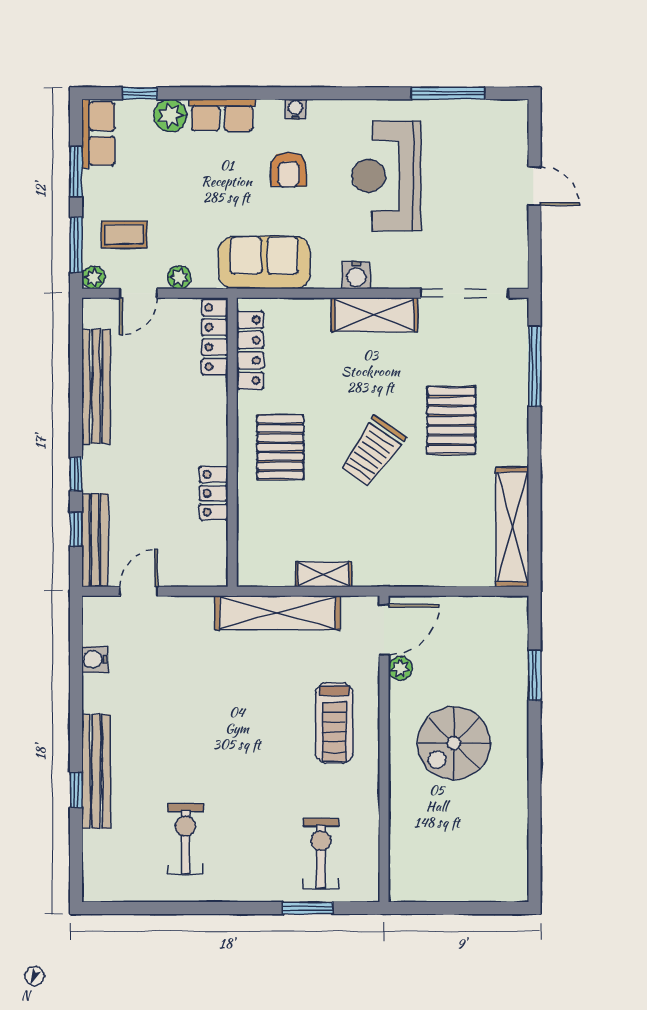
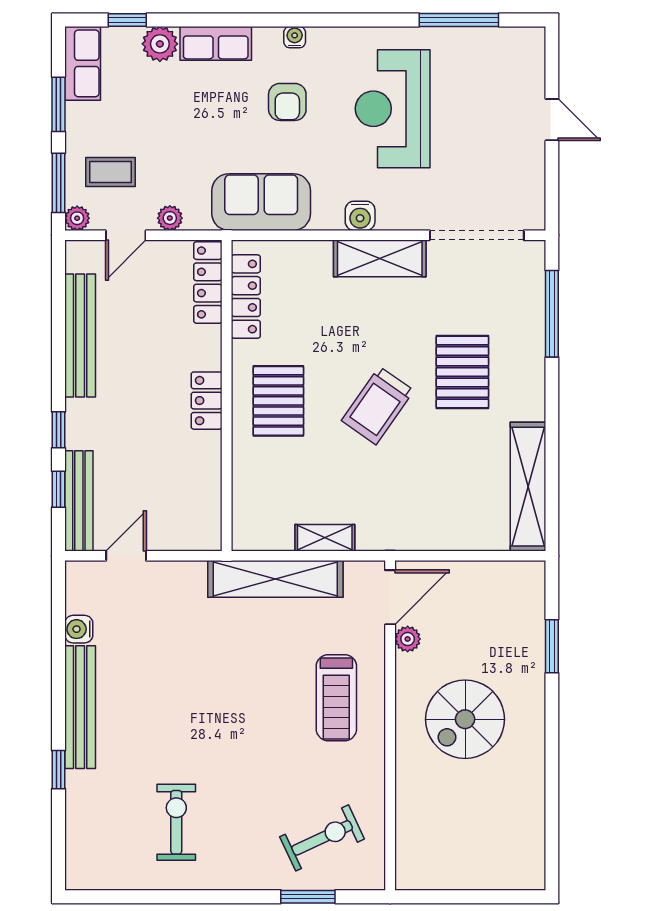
locker: (214, 493) -> (207, 401), moved
bench: (96, 771) -> (80, 707), moved
exercise bike: (321, 853) -> (322, 838), turned 65

